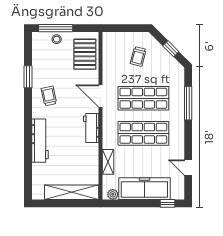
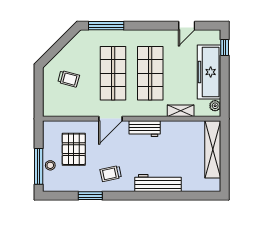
window: (171, 49) -> (60, 44), removed
pallet: (85, 54) -> (74, 149), moved, turned 90
window: (188, 103) -> (106, 26), moved

